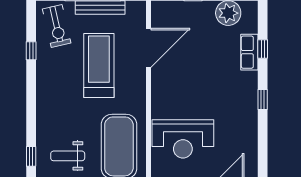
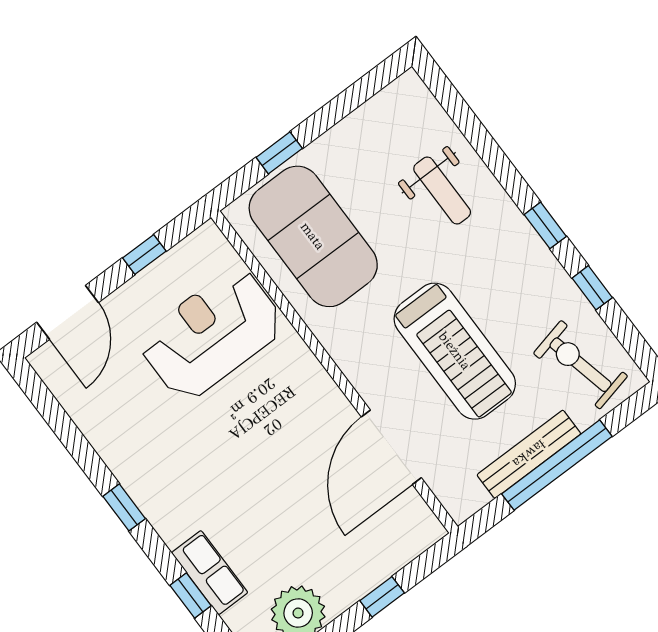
window: (31, 156) -> (545, 225), moved
weight bench: (68, 156) -> (442, 190), moved, turned 90

